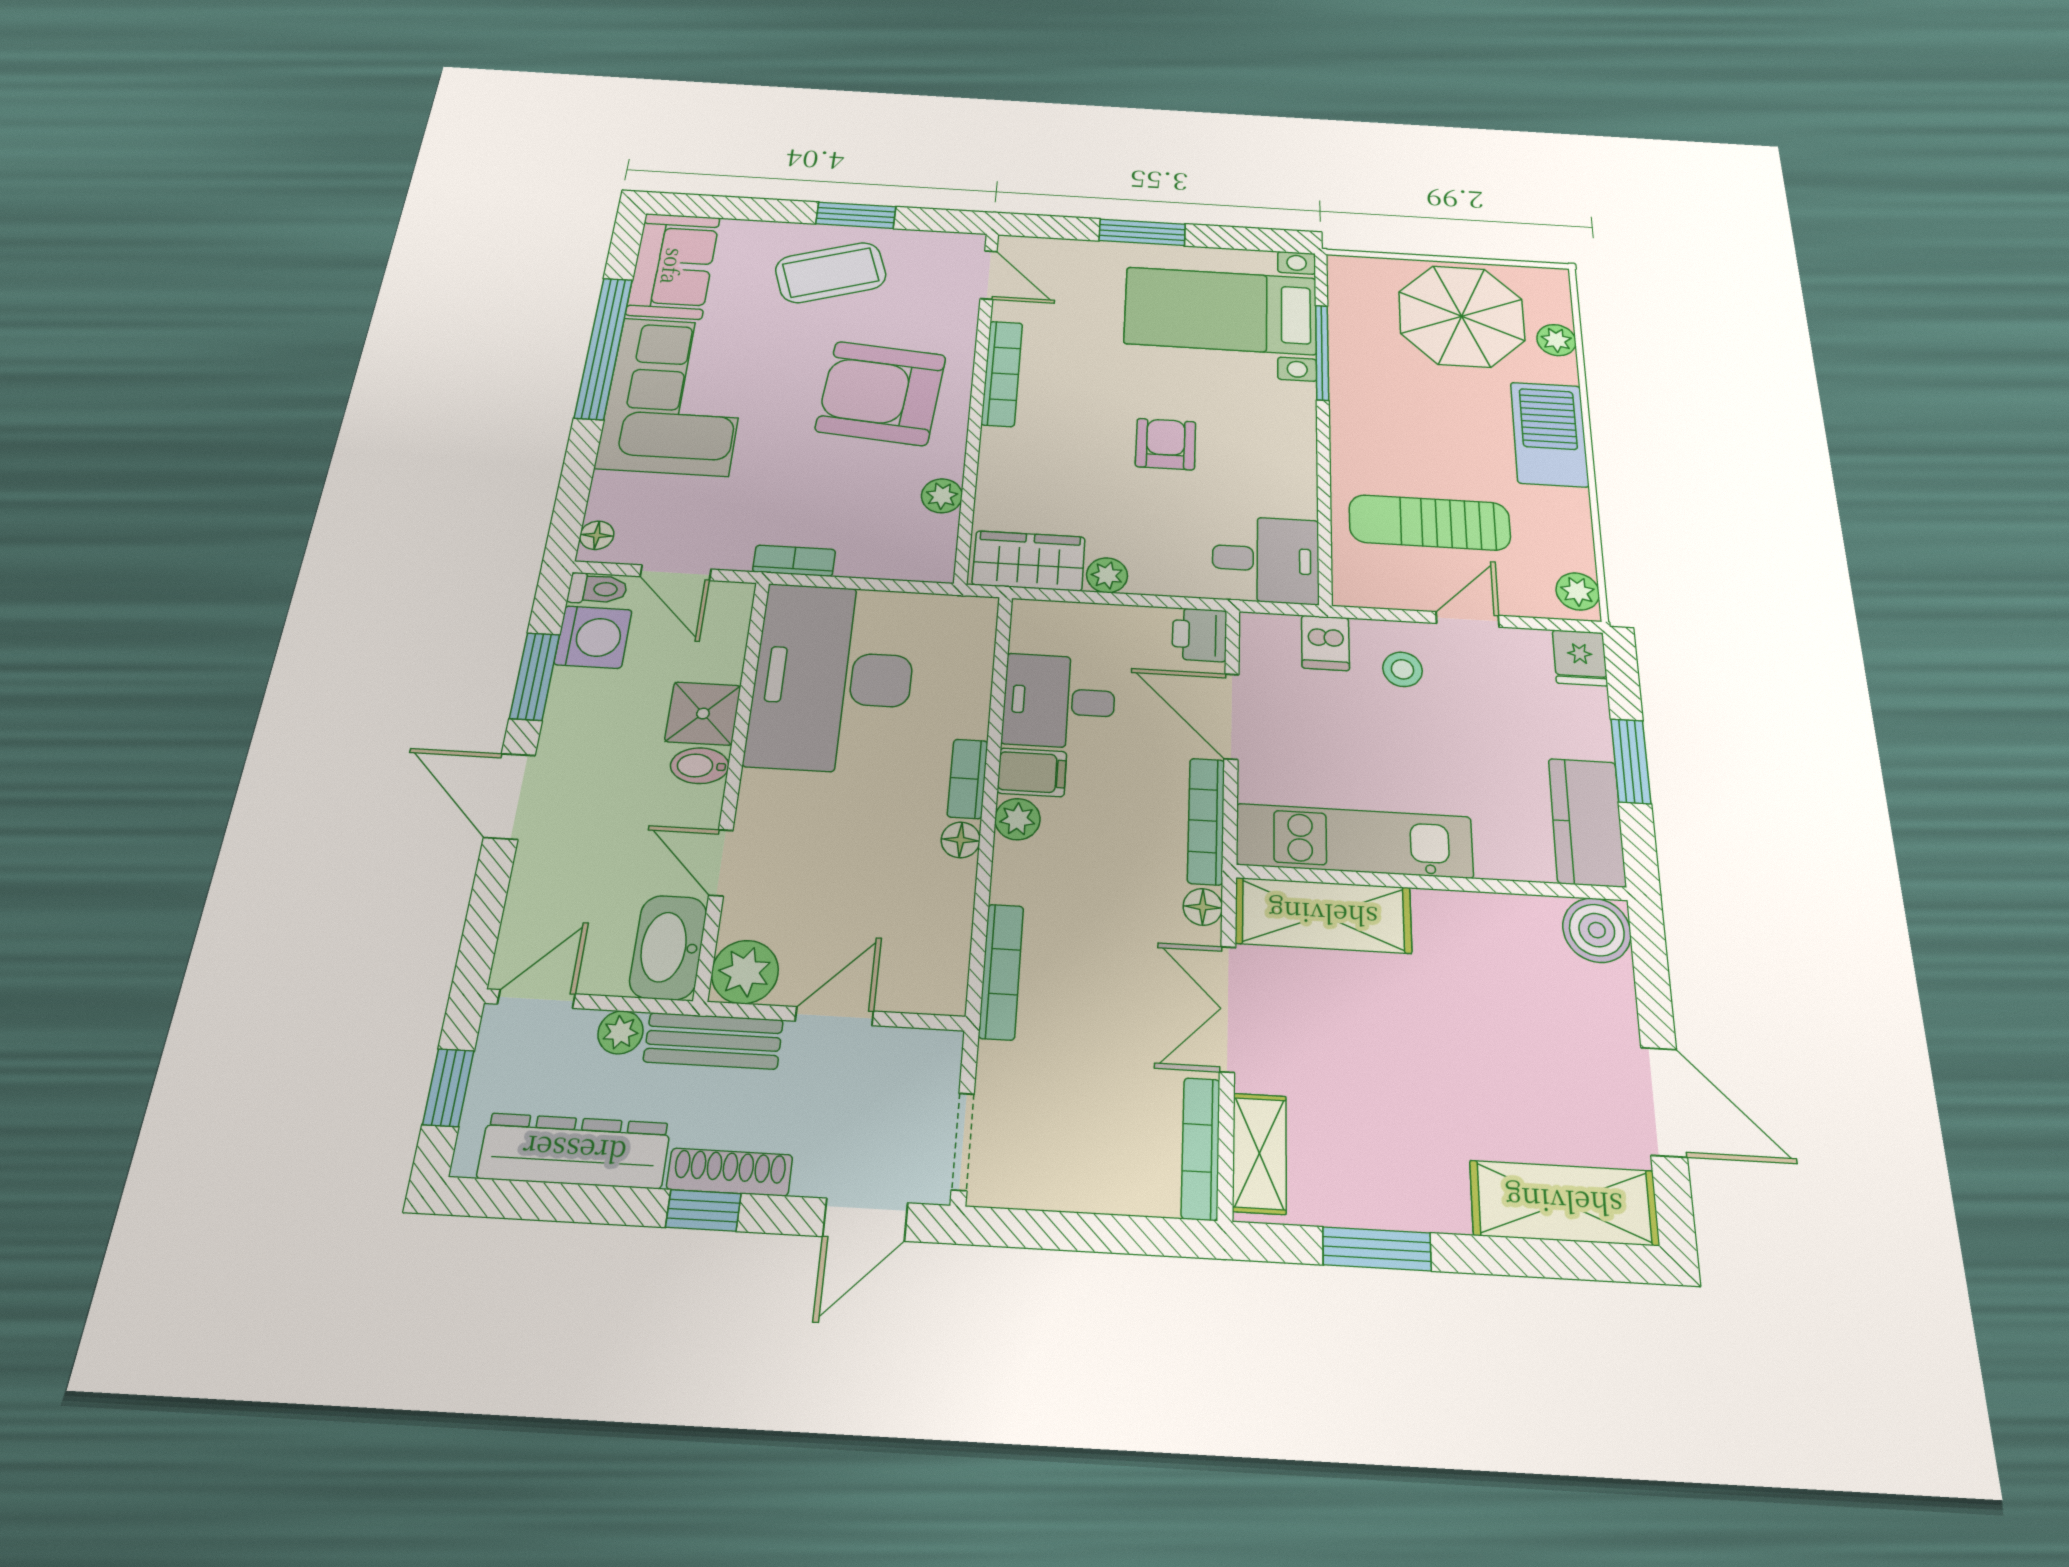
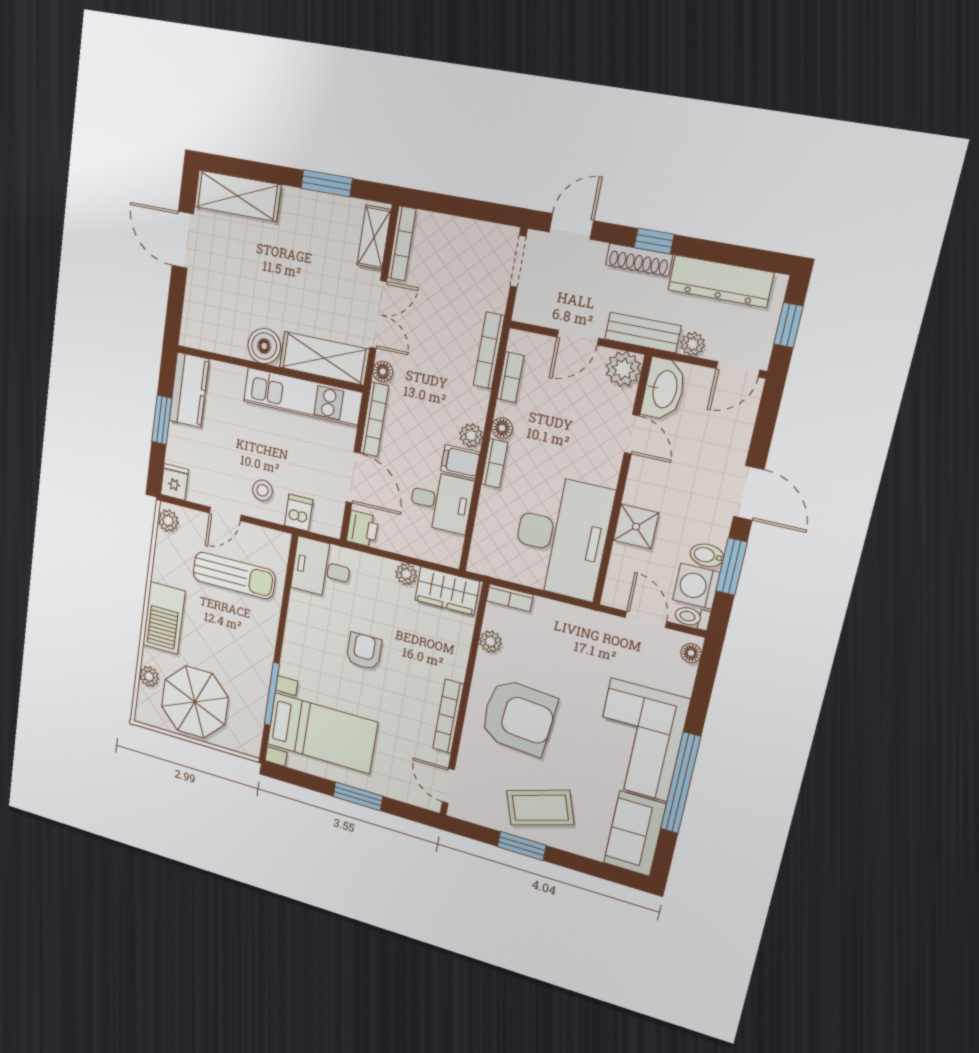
armchair: (1166, 444) -> (364, 651), turned 180
bookcase: (794, 561) -> (510, 598), moved
bidet: (700, 766) -> (707, 555), moved, turned 180
bookcase: (955, 930) -> (510, 377), added
boiler: (1597, 930) -> (264, 346), moved

